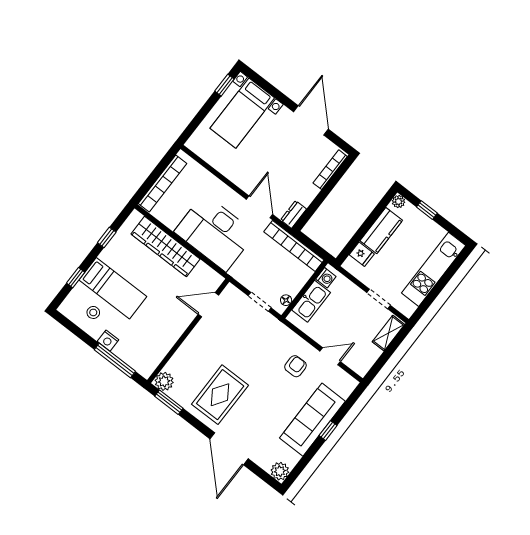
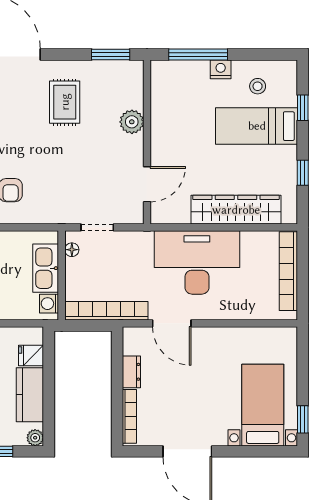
dresser: (294, 214) -> (131, 372), moved
plant: (164, 381) -> (132, 122), moved
rug: (220, 395) -> (65, 102), width x0.73, depth x0.70

